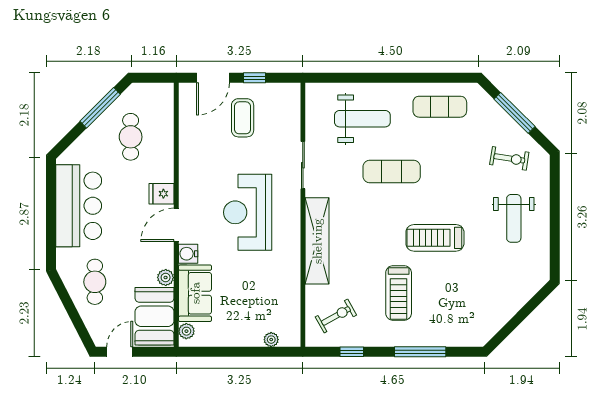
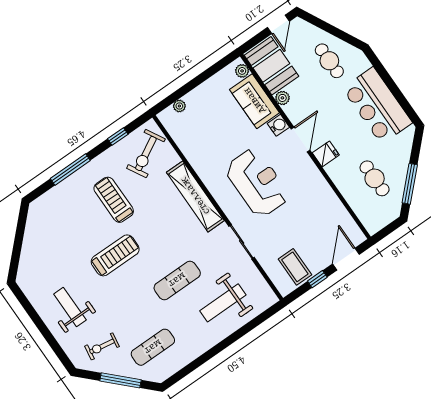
exercise mat: (440, 107) -> (153, 347), moved
coffee table: (243, 118) -> (295, 267), moved
exercise bike: (336, 316) -> (146, 154), width x1.38, depth x1.39

